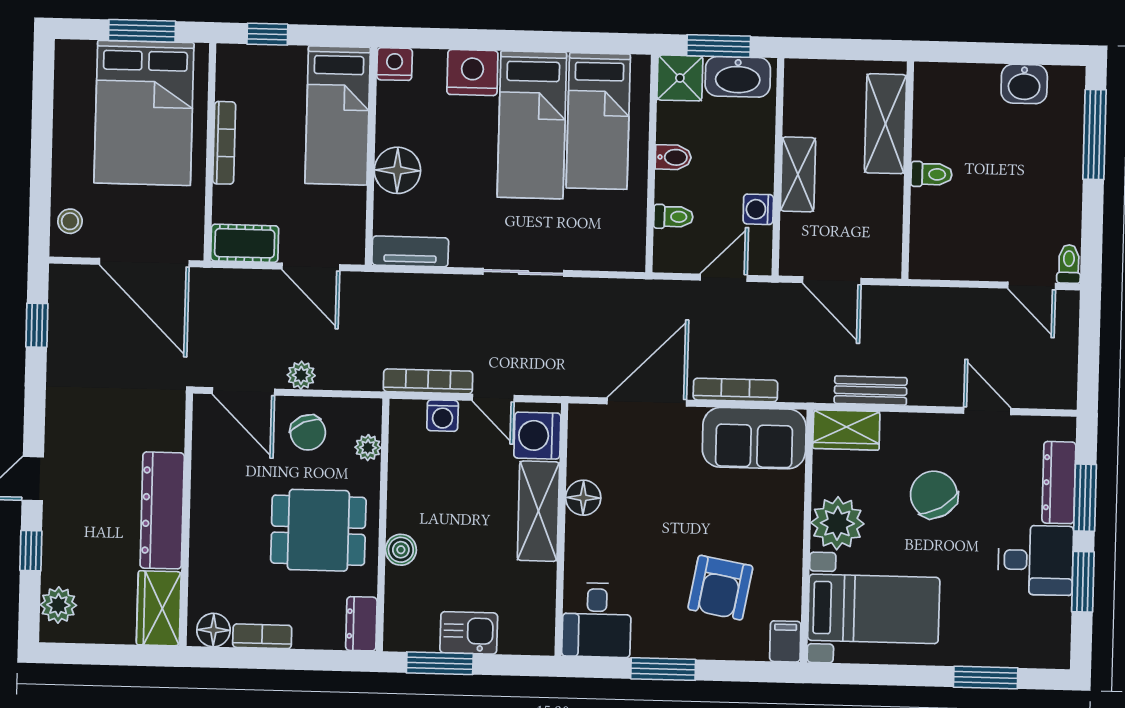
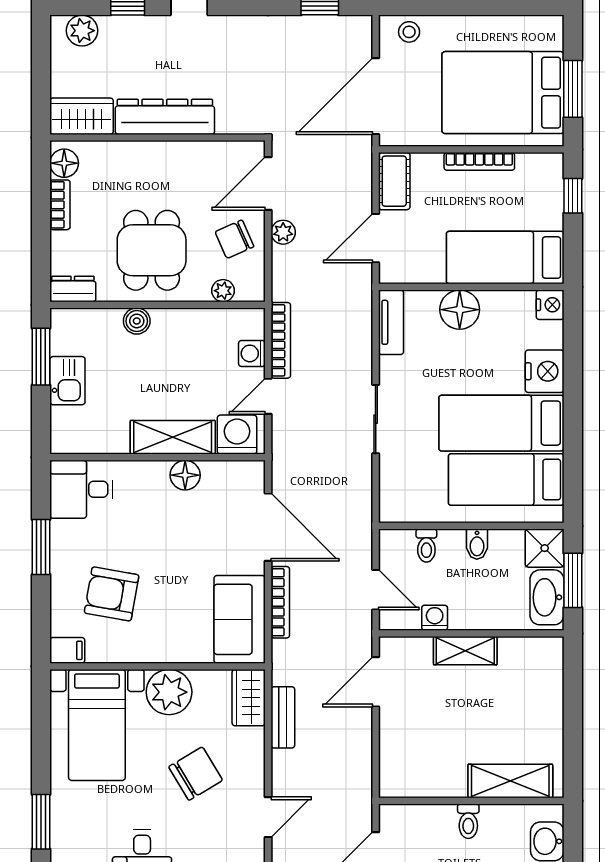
shelving: (885, 124) -> (510, 781), moved
wall: (908, 170) -> (471, 801), moved
toilet: (931, 174) -> (468, 821), moved

